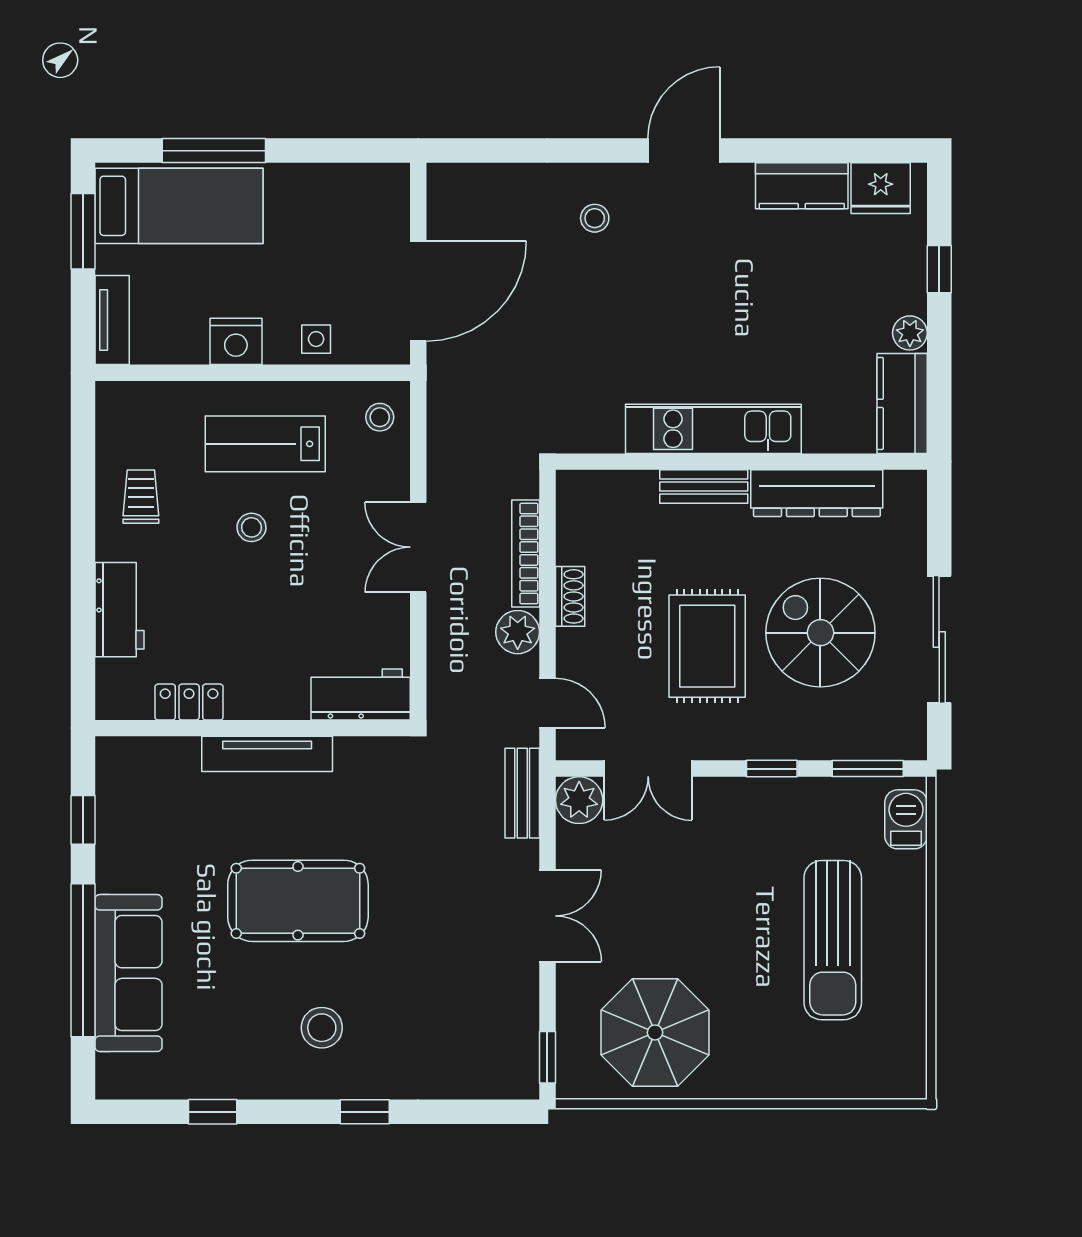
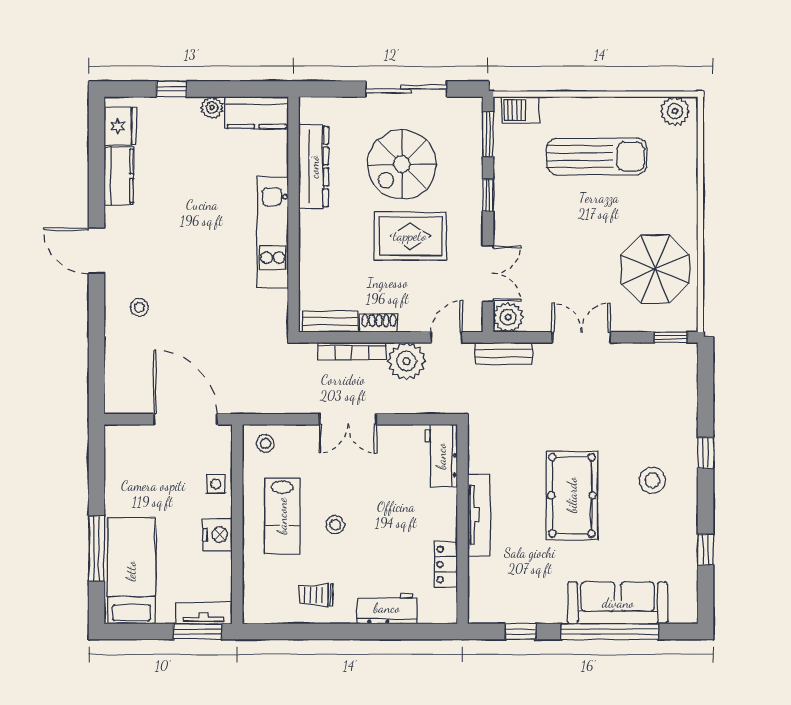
window: (83, 231) -> (197, 632), moved
bench: (704, 486) -> (330, 322), moved, turned 90
plant: (518, 632) -> (407, 361), width x1.36, depth x1.36
plant: (904, 1064) -> (675, 111), added

